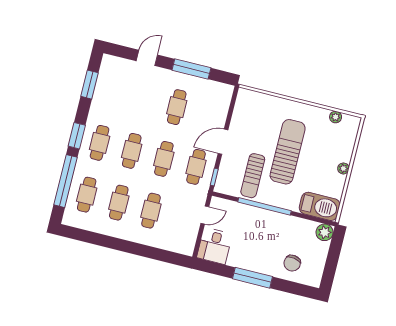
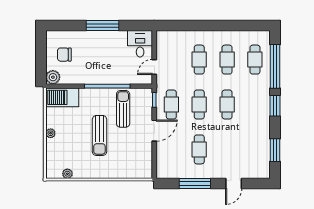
cafe table: (100, 143) -> (255, 105), removed
sun lounger: (288, 152) -> (99, 136), width x0.73, depth x0.75
chair: (292, 263) -> (64, 55), moved, turned -100

